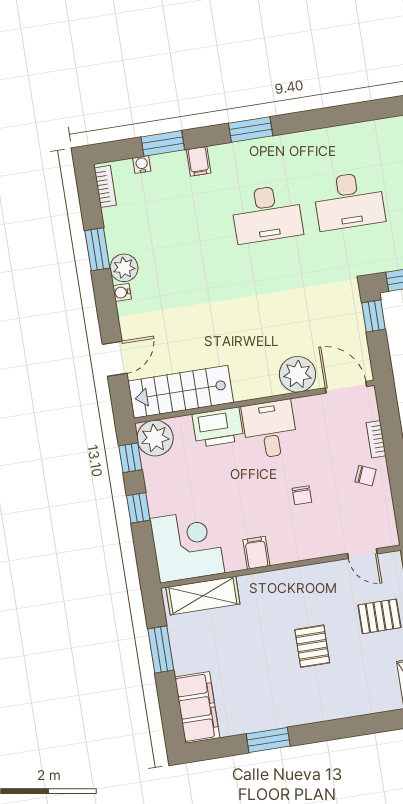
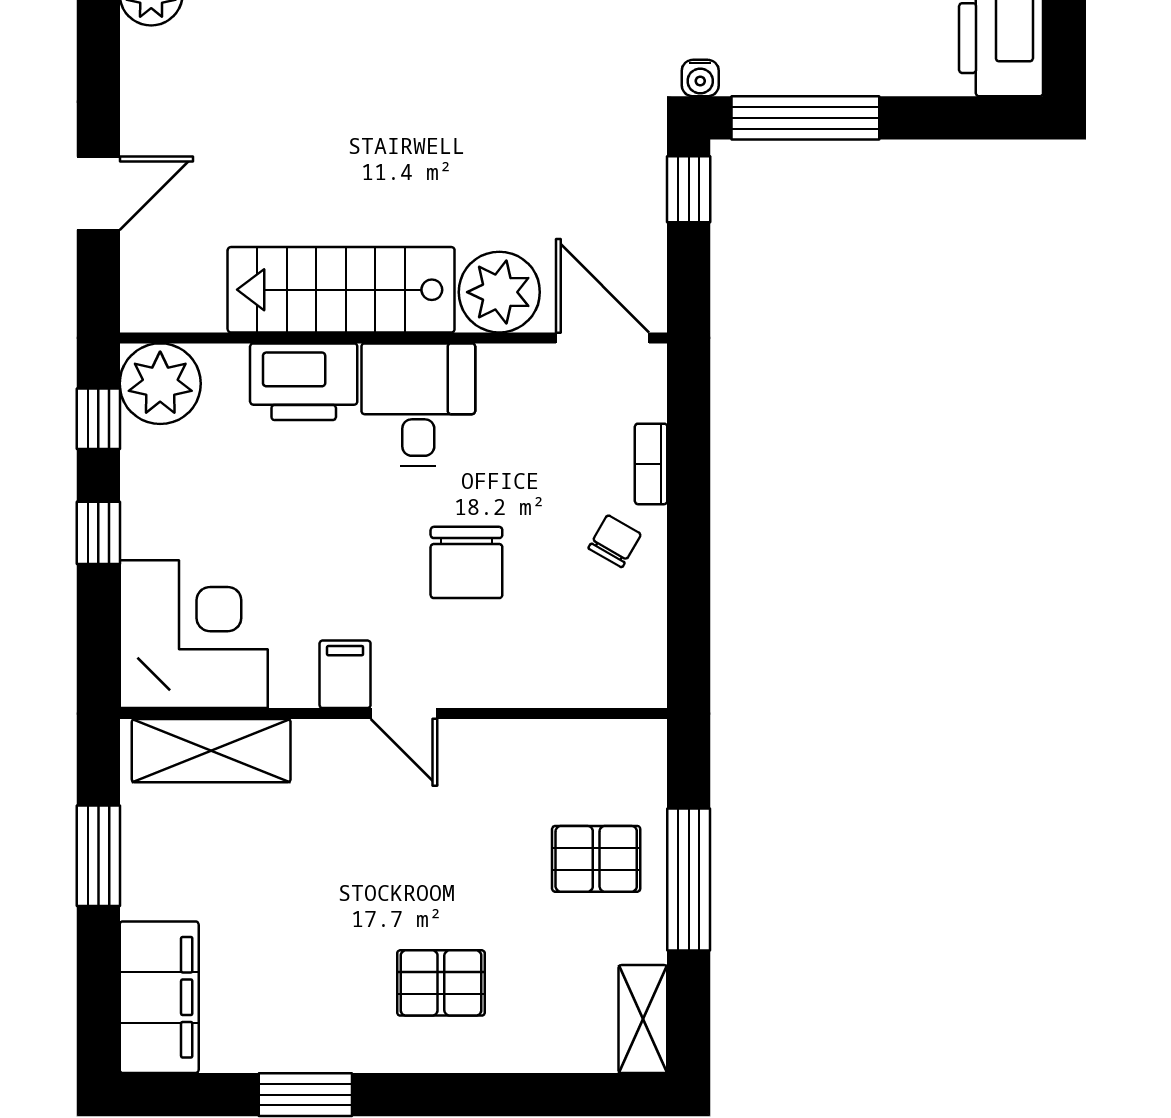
water cooler: (122, 292) -> (700, 78), moved, turned -90
stairs: (181, 392) -> (341, 290), moved
chair: (365, 476) -> (615, 541), turned -83
chair: (302, 495) -> (466, 562), width x1.87, depth x1.87
door: (362, 554) -> (404, 714), moved
pallet: (312, 646) -> (441, 983), moved, turned 90

